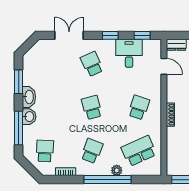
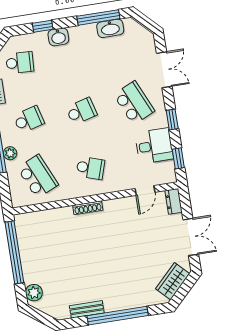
school desk: (92, 64) -> (134, 103), width x1.85
window: (19, 82) -> (98, 17), width x1.44
washbasin: (29, 97) -> (110, 28), moved
window: (19, 128) -> (43, 26), width x0.46
school desk: (92, 151) -> (29, 119), turned -36

